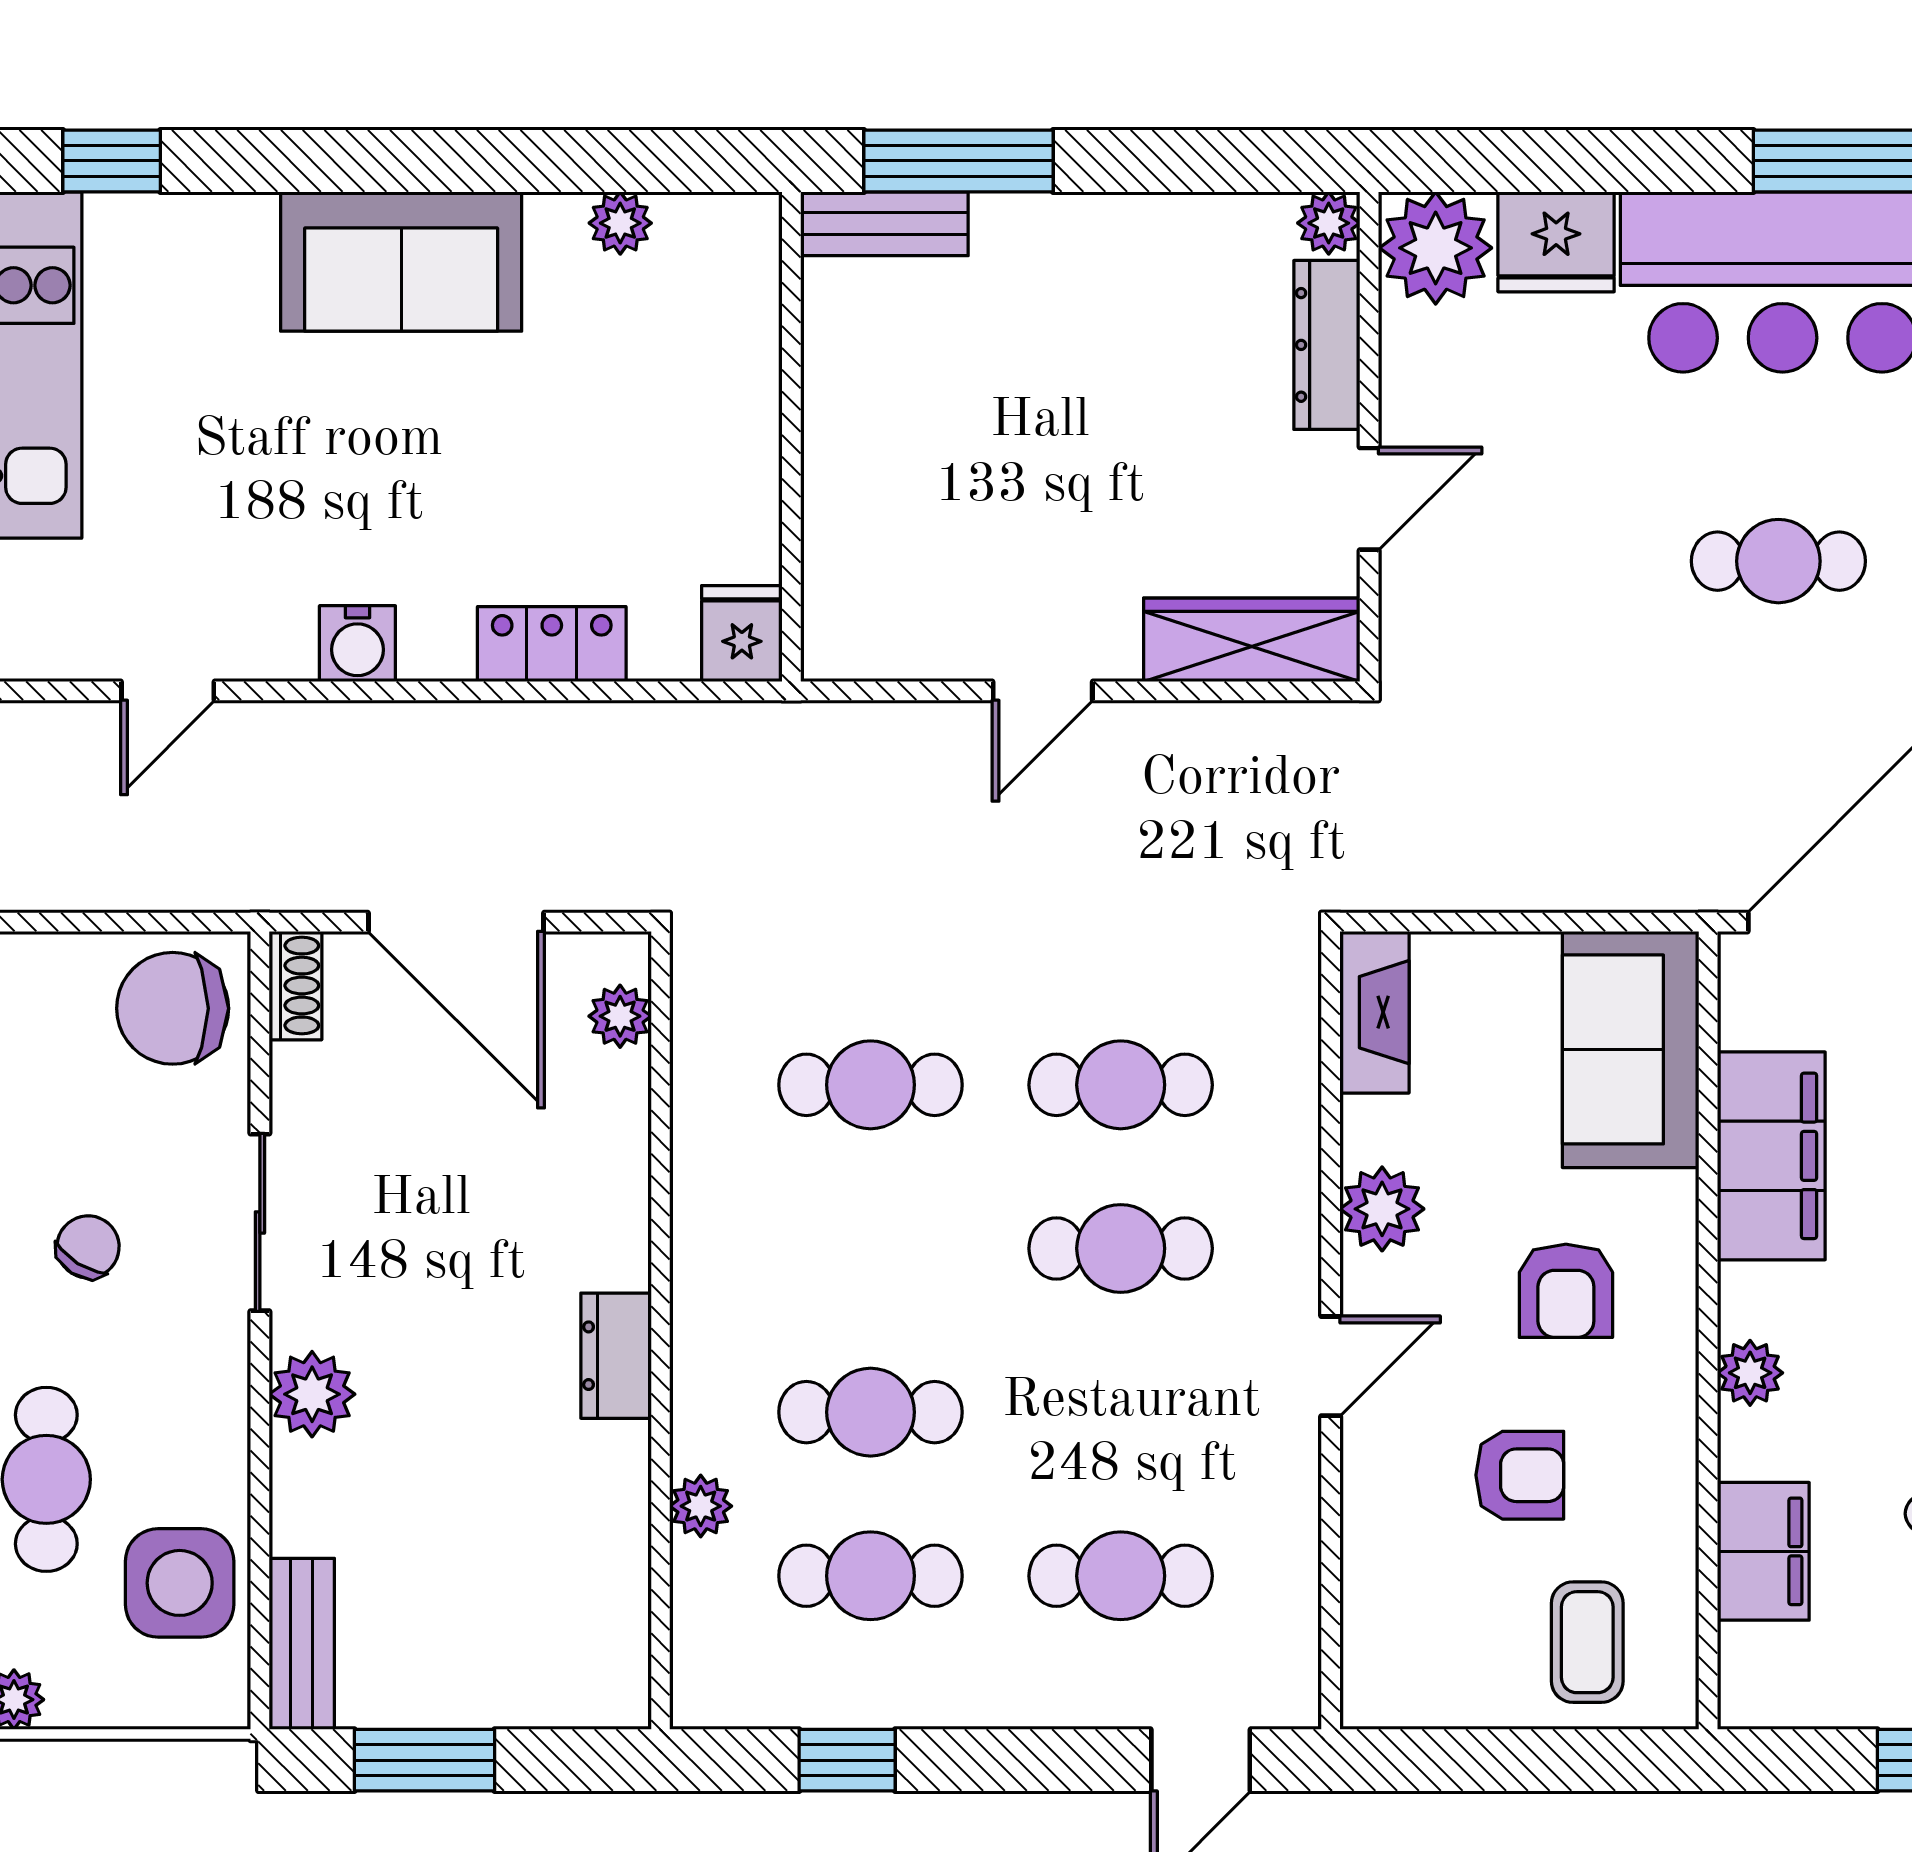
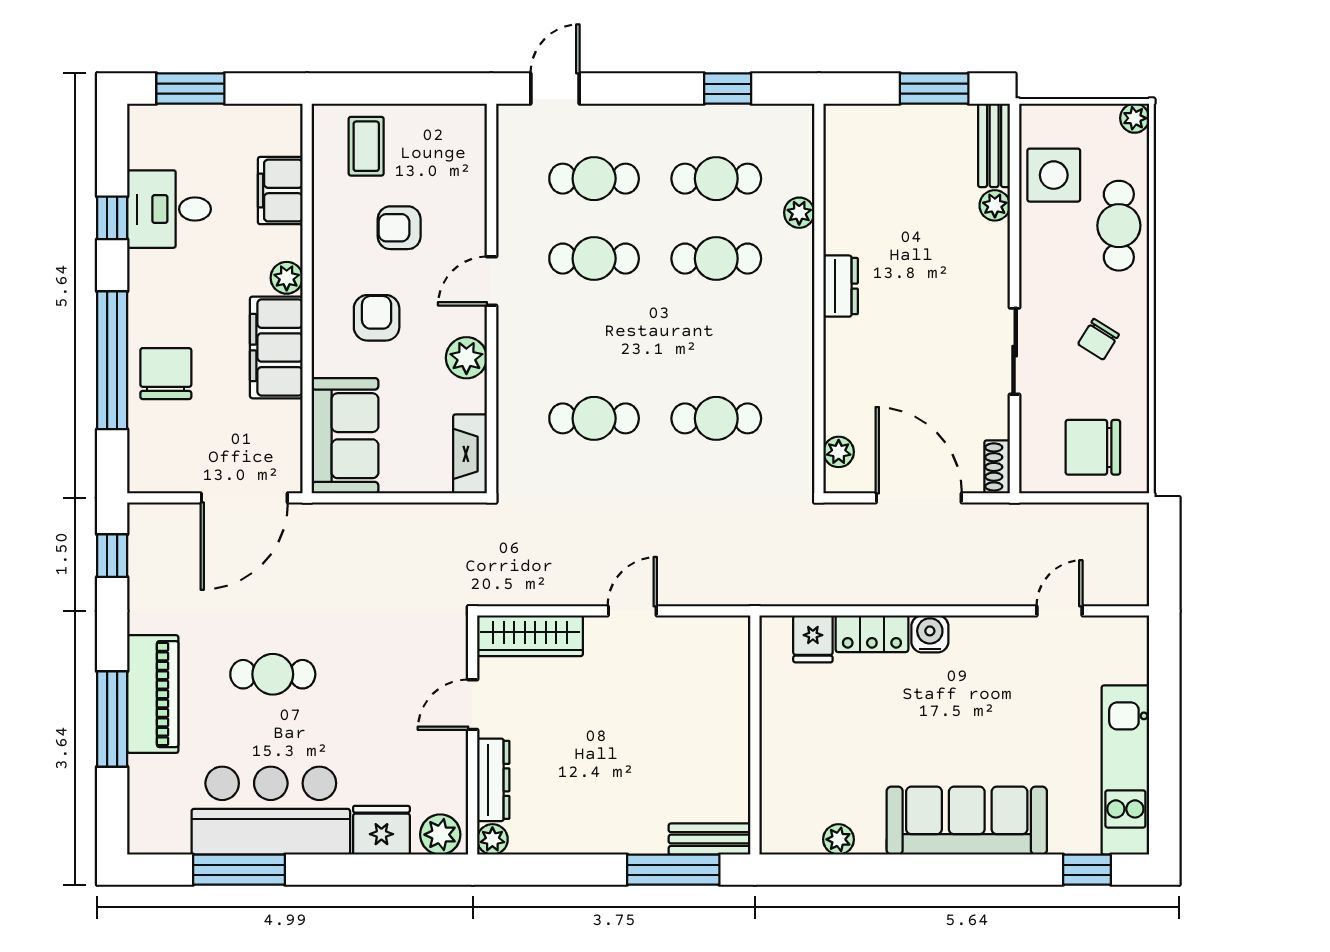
plant: (1436, 248) -> (440, 835), width x0.73, depth x0.73
sofa: (401, 261) -> (967, 821), width x1.36
fridge: (742, 634) -> (813, 639), moved
water cooler: (357, 644) -> (930, 634), moved
chair: (173, 1008) -> (1093, 447), moved, turned 180
filing cabinet: (1771, 1156) -> (276, 347), moved
cafe table: (1121, 1248) -> (594, 259), moved
plant: (312, 1394) -> (995, 205), moved, width x0.73, depth x0.73

